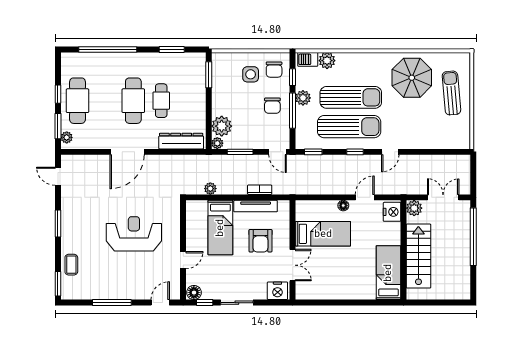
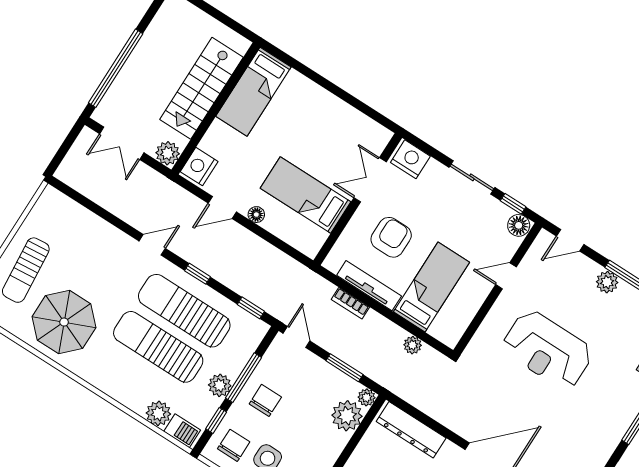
plant: (125, 292) -> (607, 282), added

